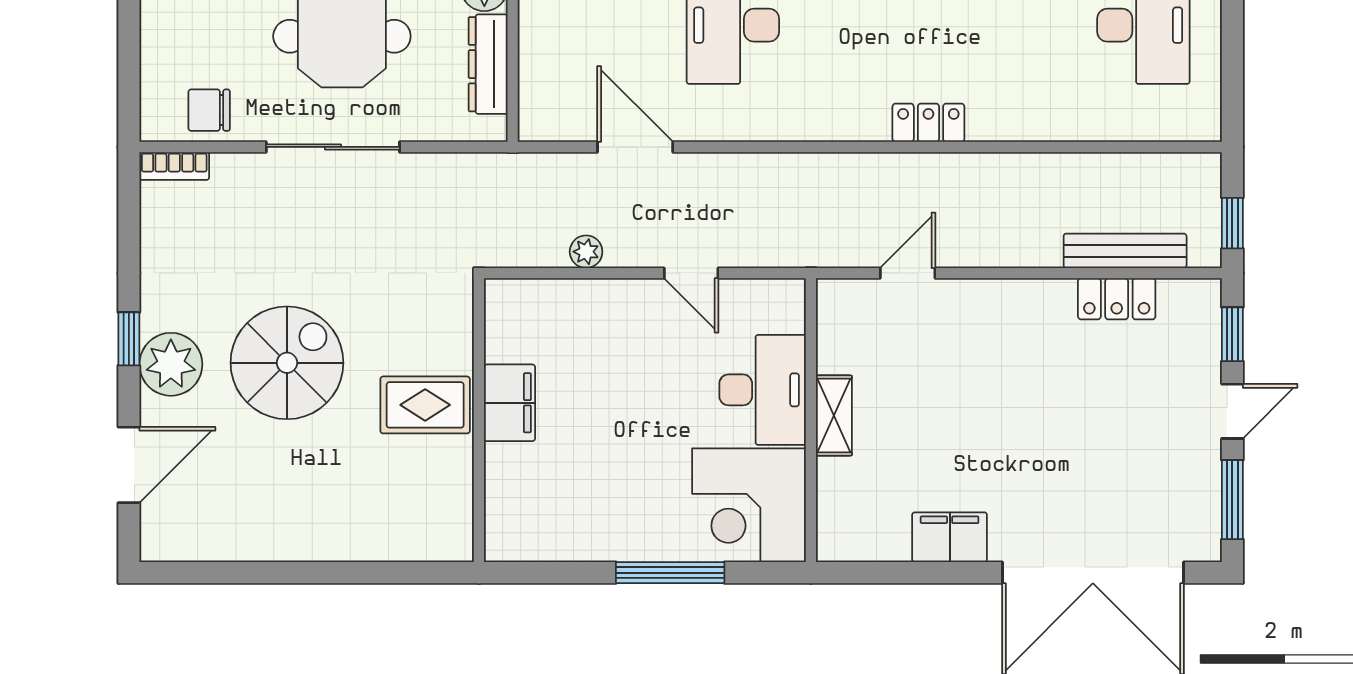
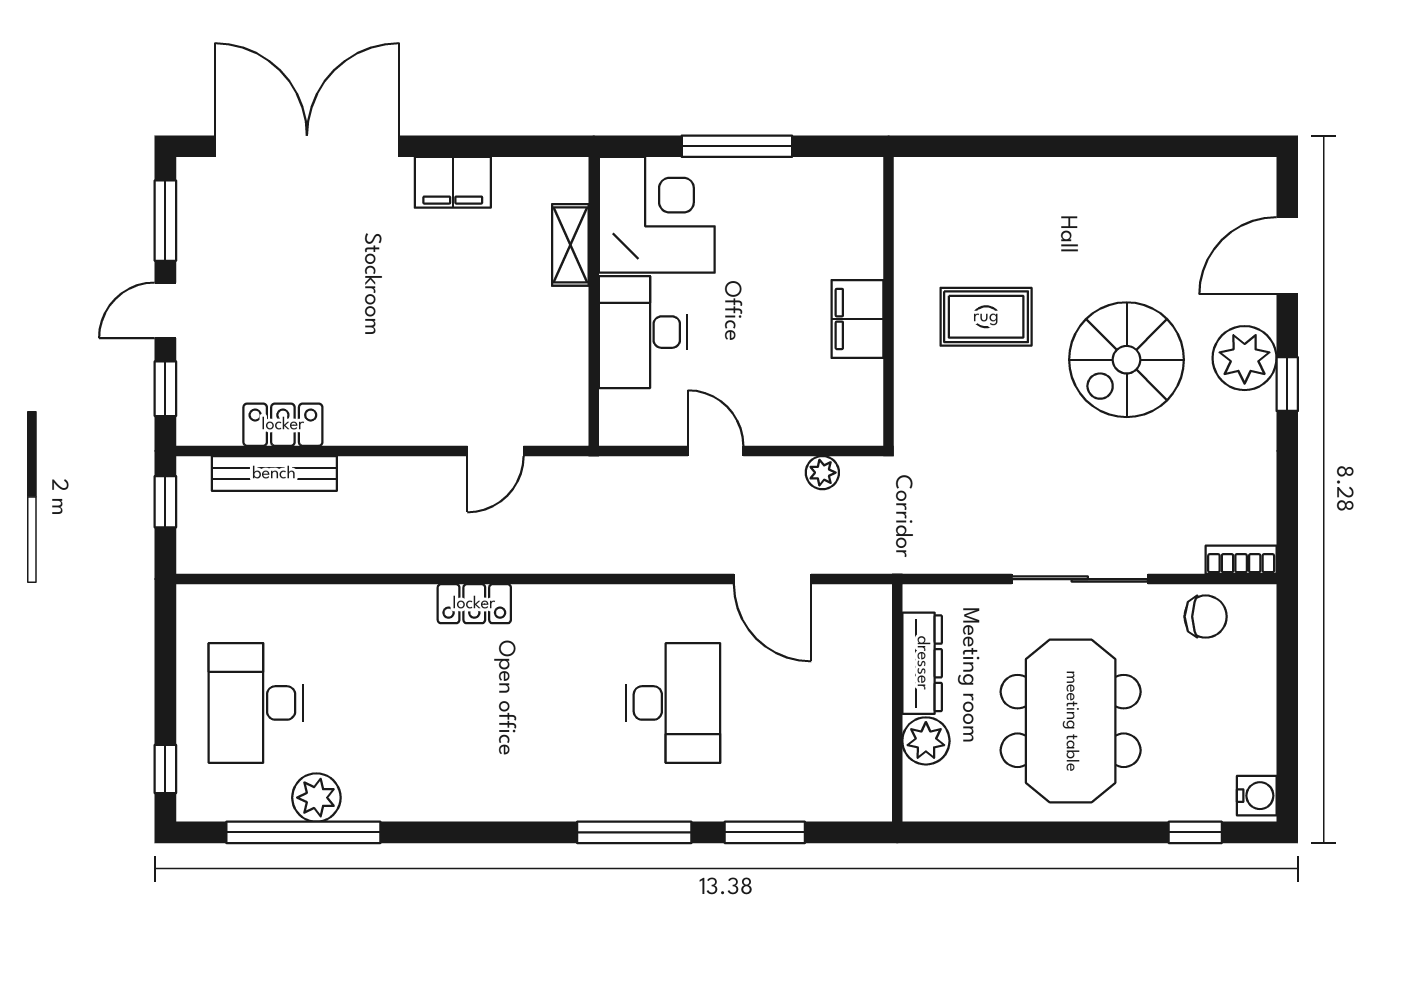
filing cabinet: (510, 403) -> (858, 319), moved
shelving: (834, 416) -> (570, 245), moved
wall: (479, 420) -> (889, 301), moved

